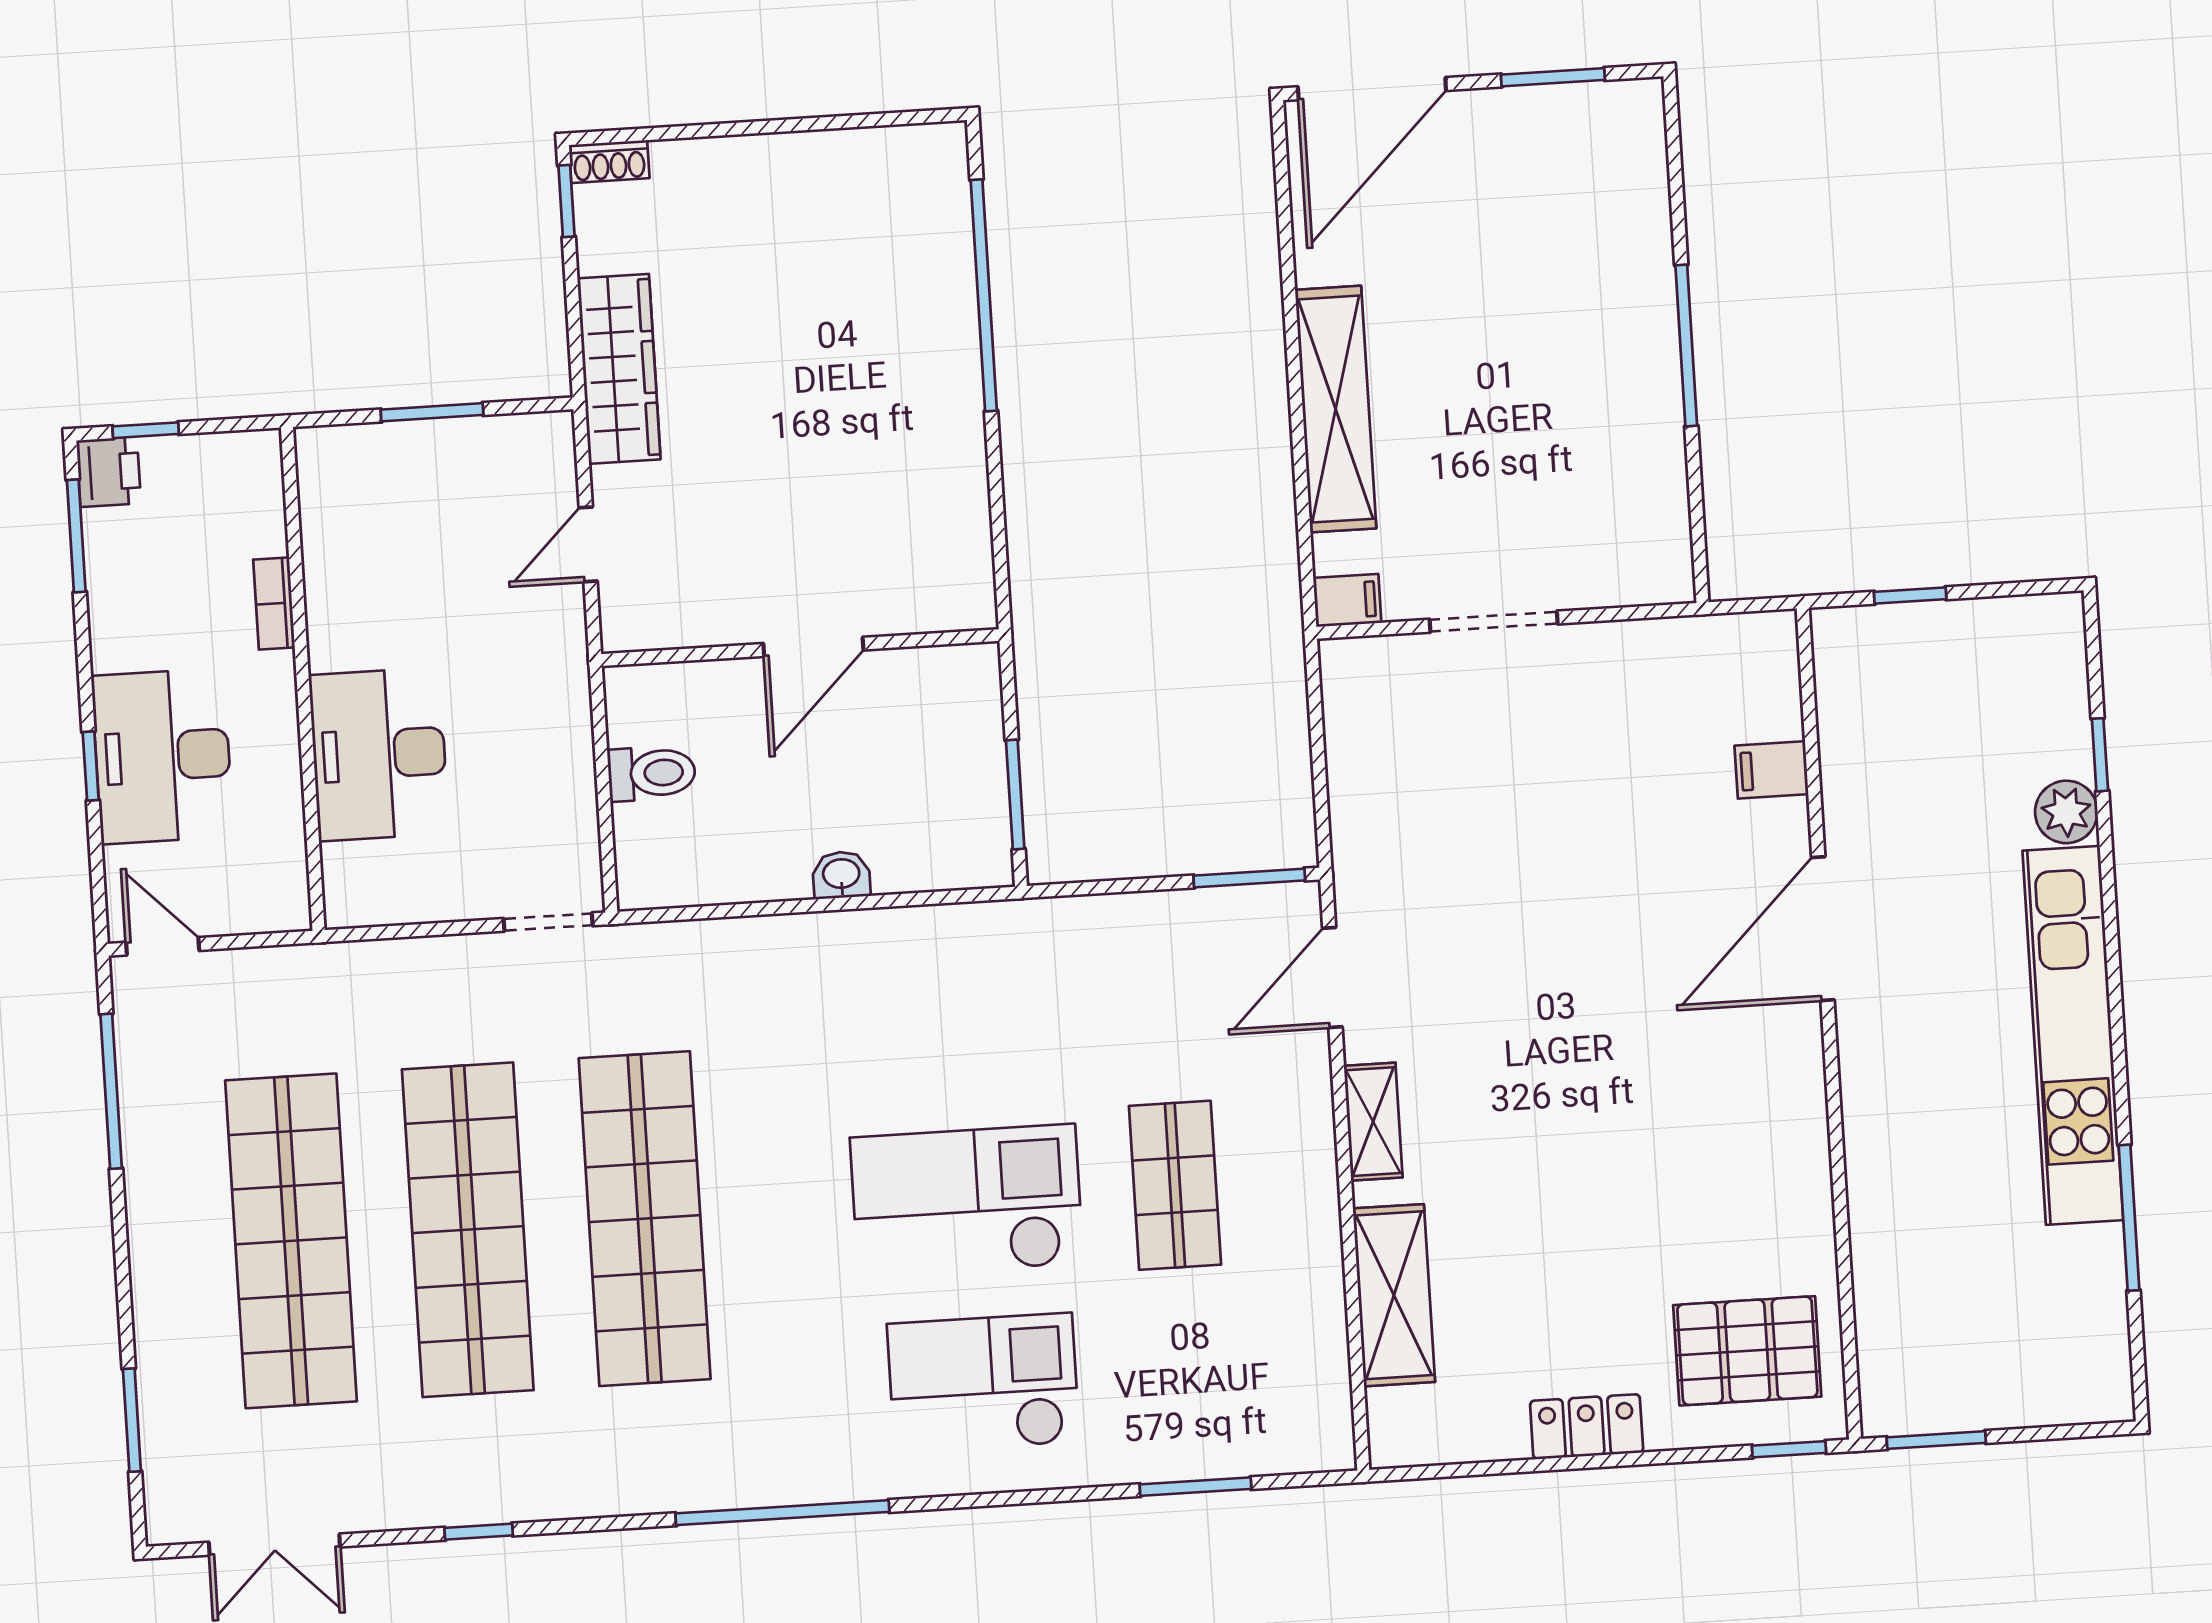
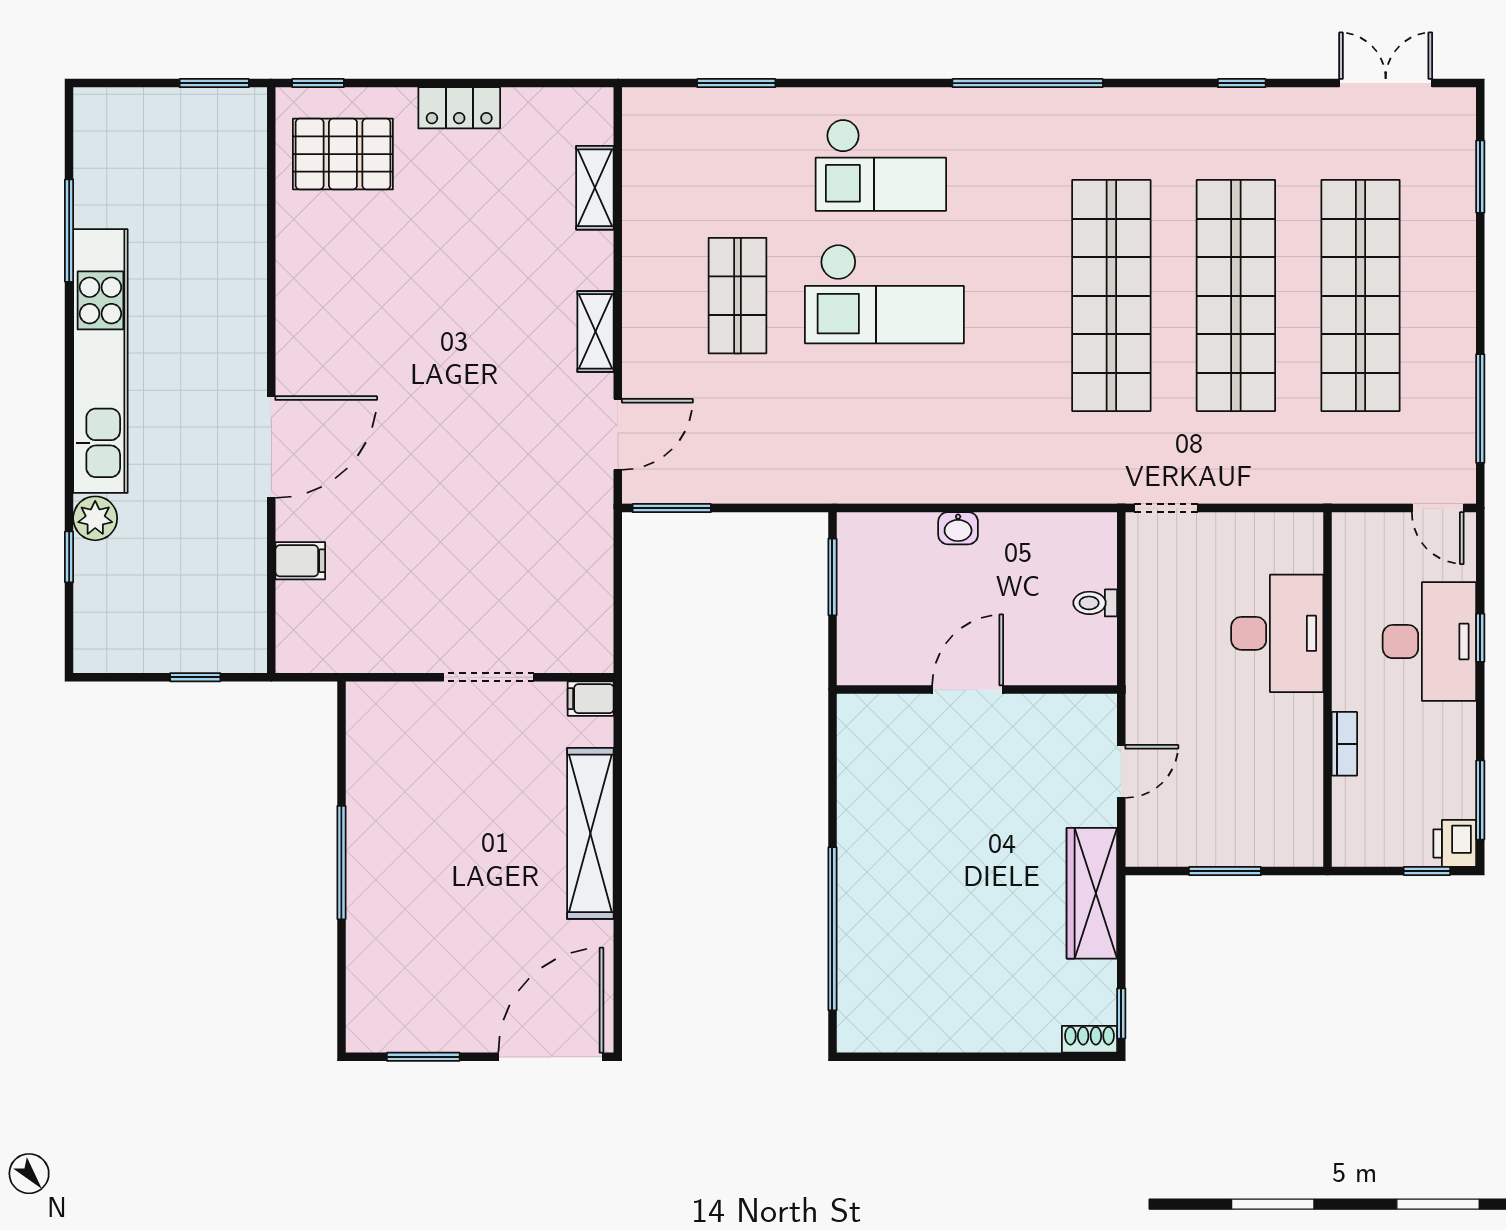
toilet: (652, 773) -> (1095, 603), width x0.73, depth x0.72
shelving: (1394, 1295) -> (595, 188), width x0.67, depth x0.75

